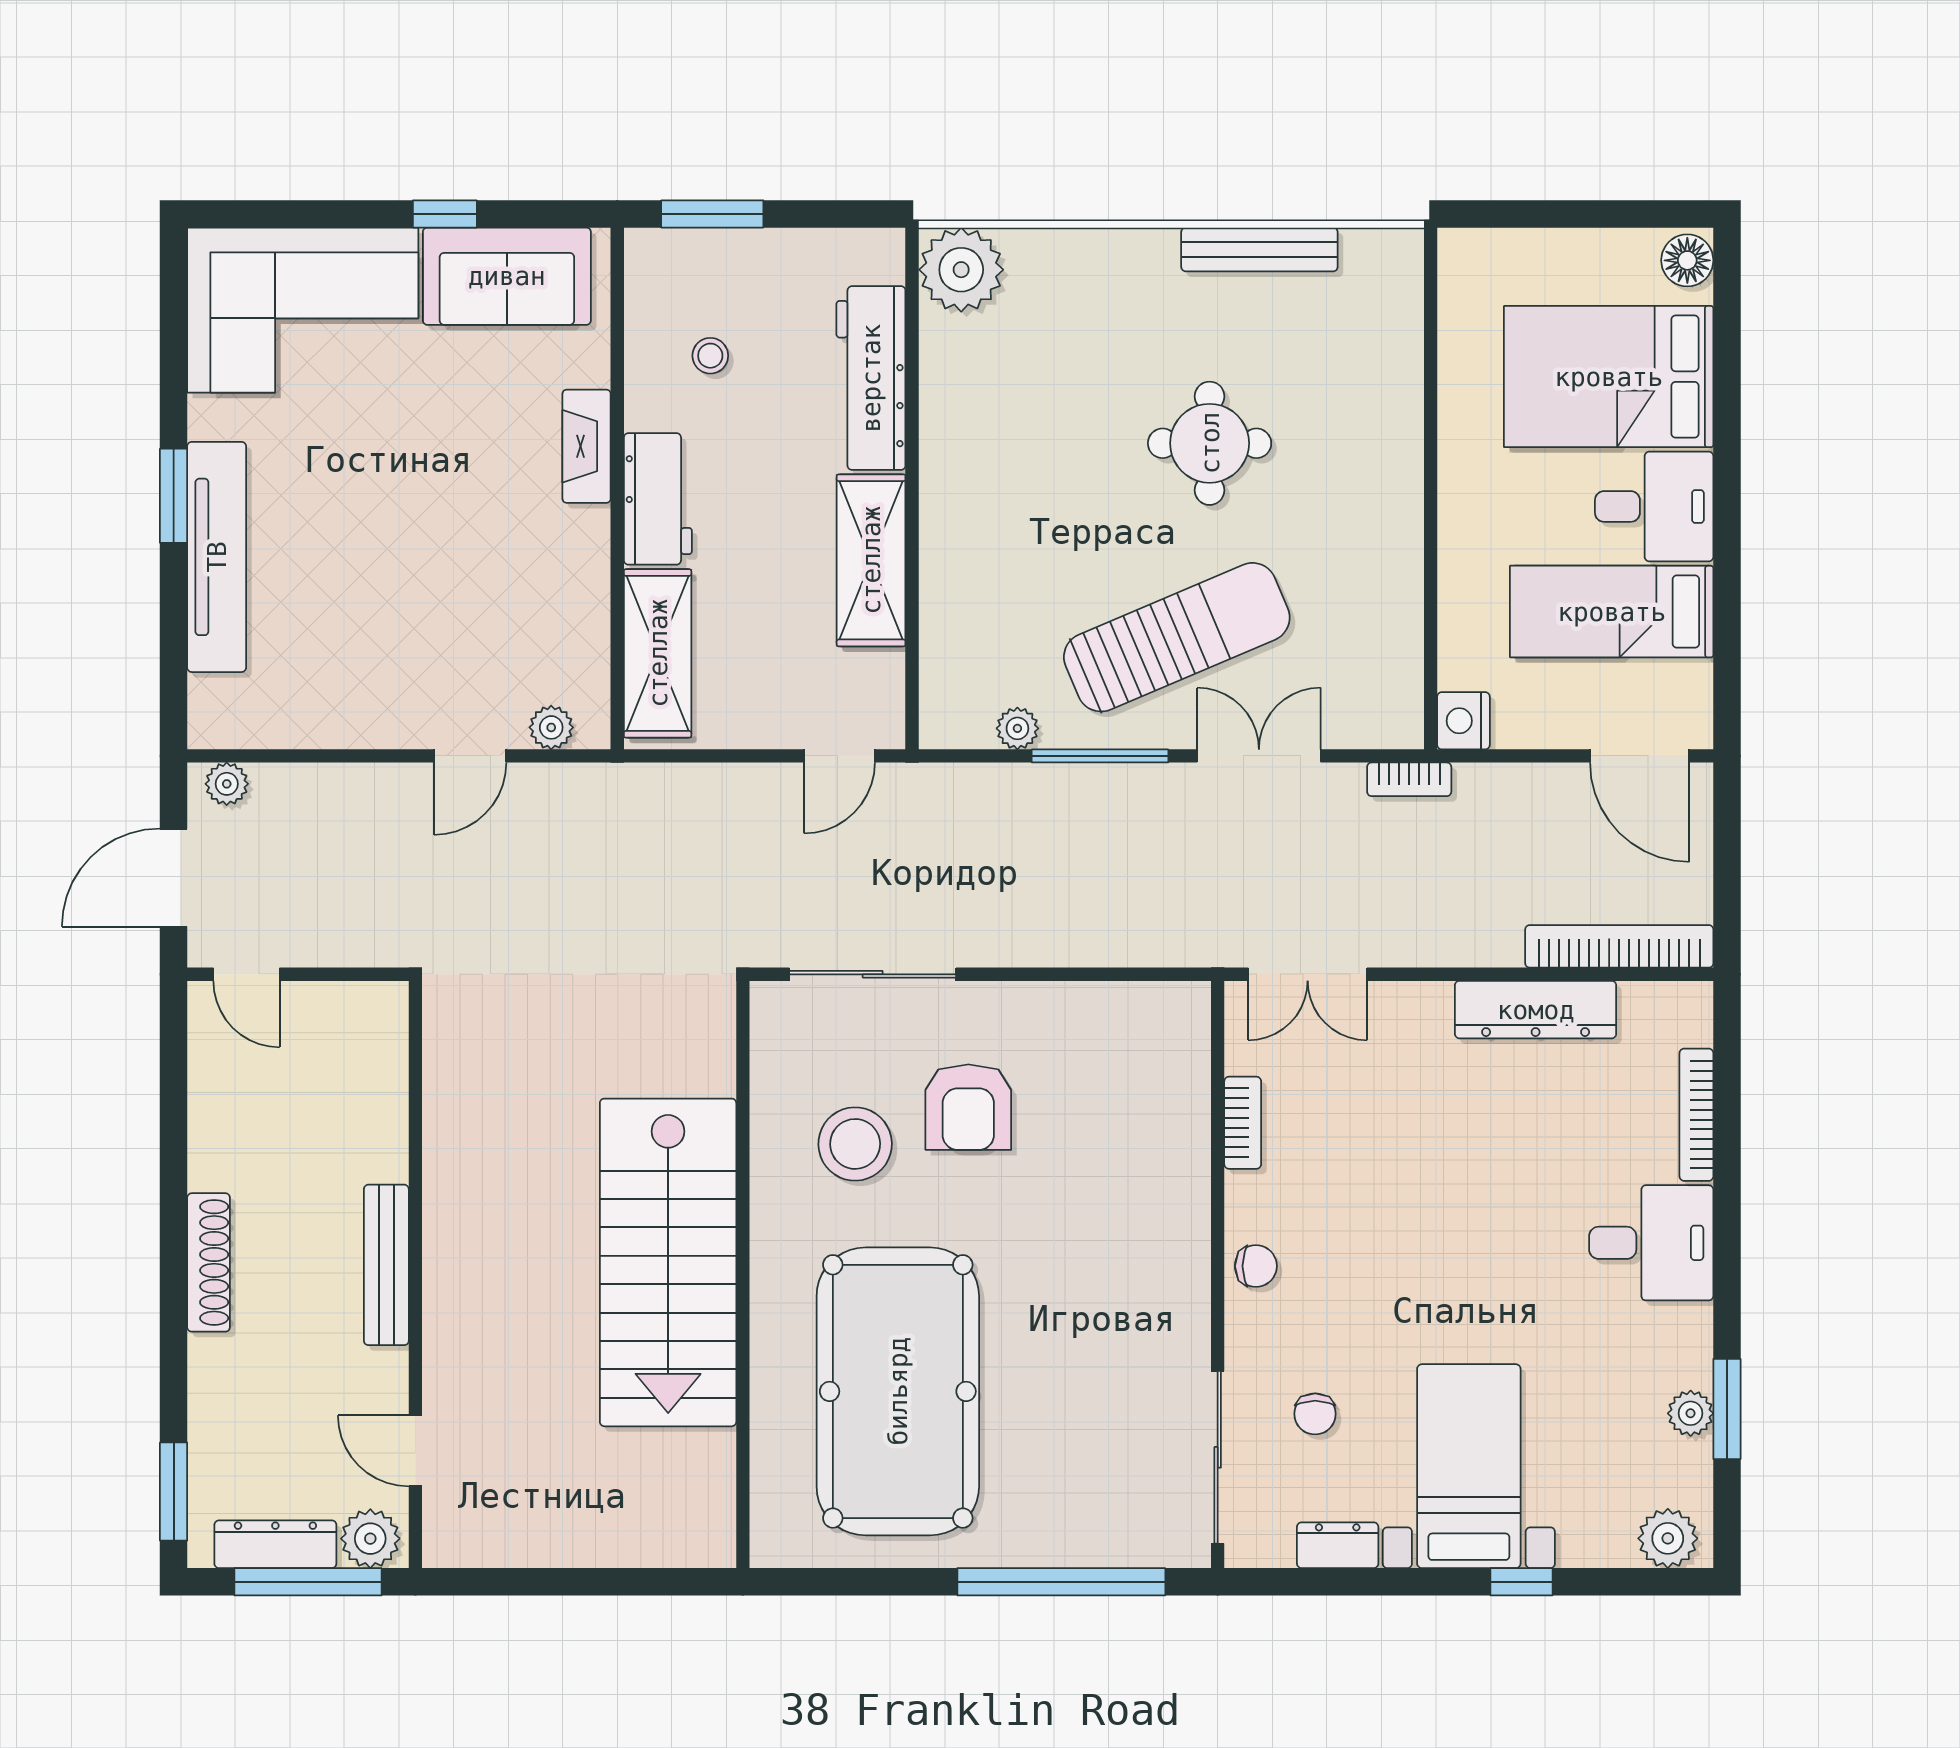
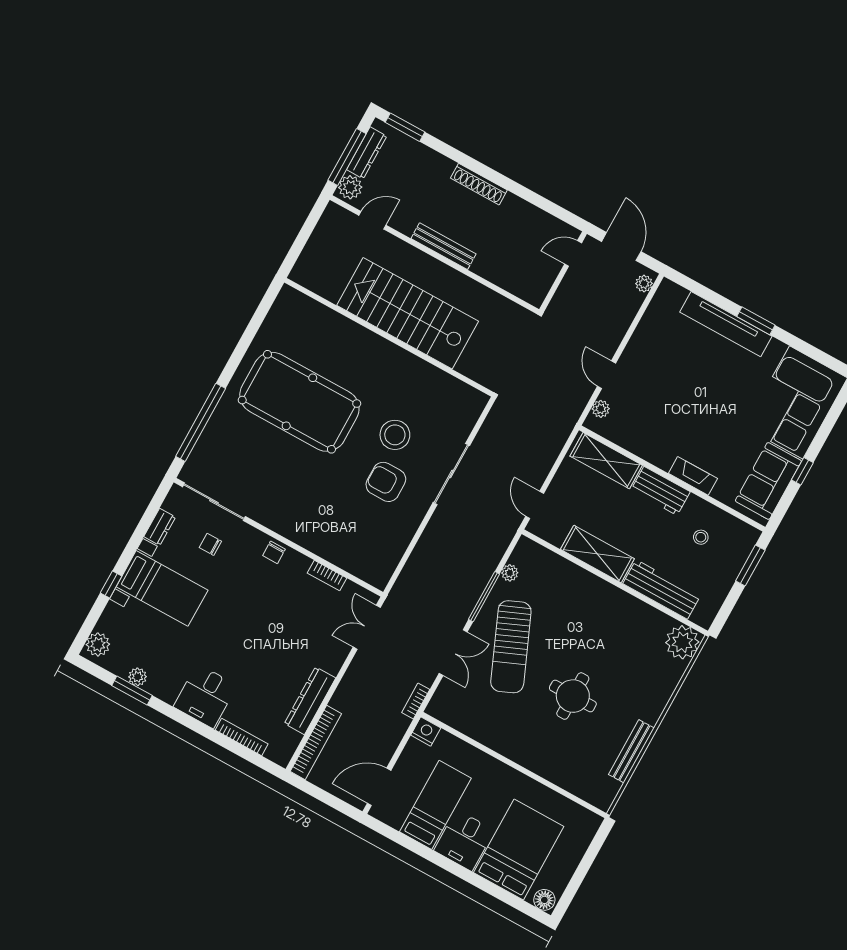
stairs: (668, 1262) -> (408, 313), moved
wall: (743, 1274) -> (389, 337), moved

